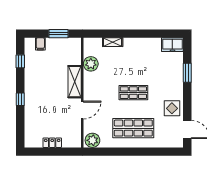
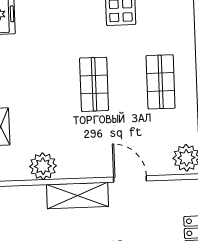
shop shelf: (133, 128) -> (161, 82), width x0.70, depth x0.74

